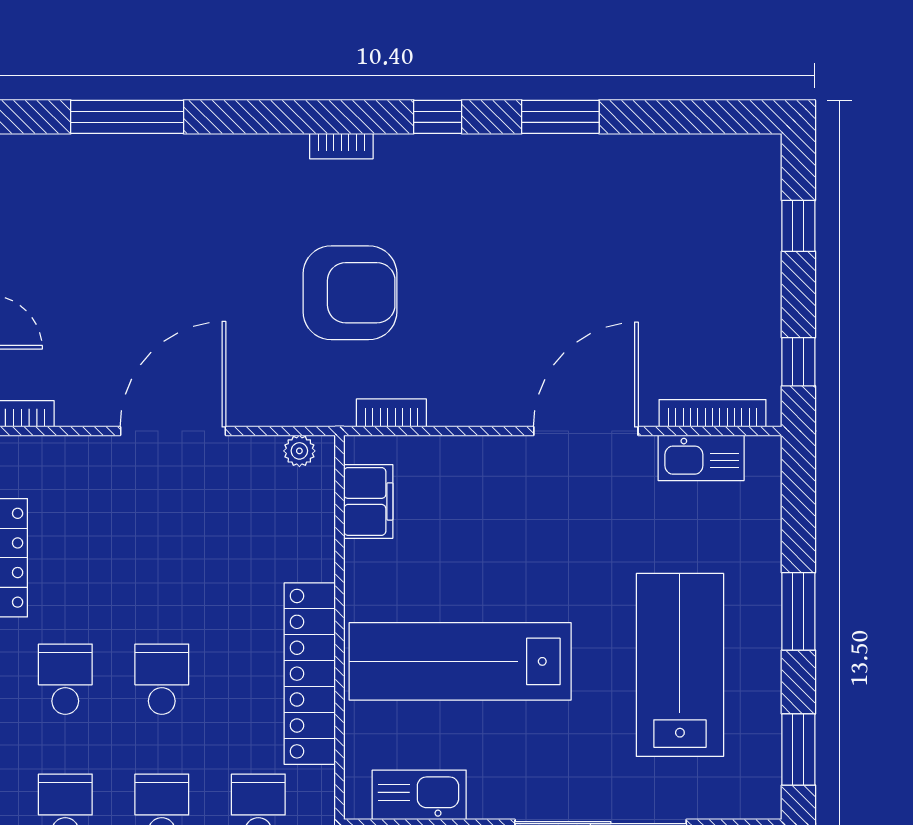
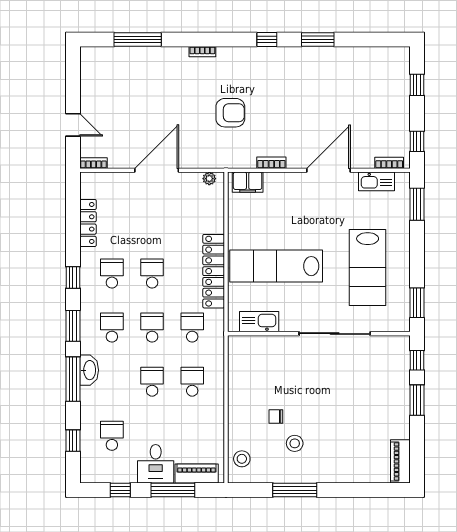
bookcase: (341, 146) -> (202, 52), moved
armchair: (350, 293) -> (230, 113), width x0.73, depth x0.73
bookcase: (391, 413) -> (271, 163), moved
bookcase: (712, 413) -> (389, 163), width x0.64
filing cabinet: (368, 501) -> (248, 182), moved, turned 90
window: (798, 611) -> (417, 204), moved
lab bench: (680, 665) -> (368, 268), turned 180

